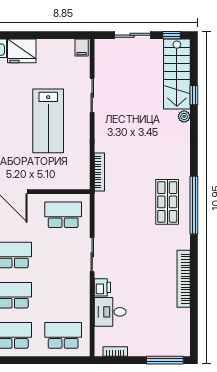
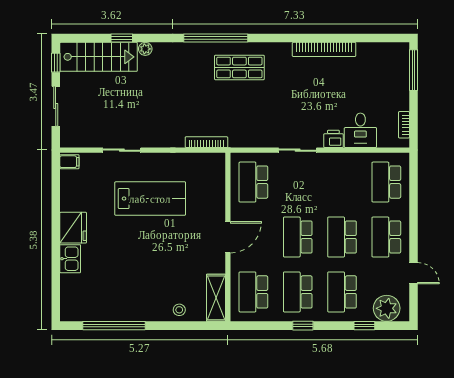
window: (194, 205) -> (216, 38), moved

